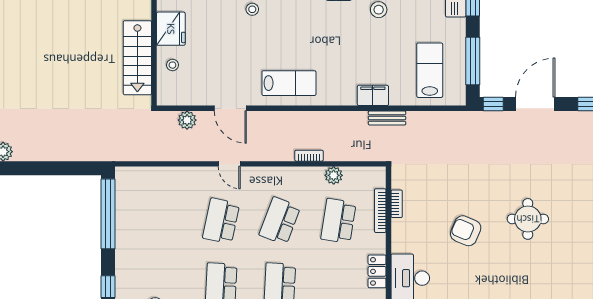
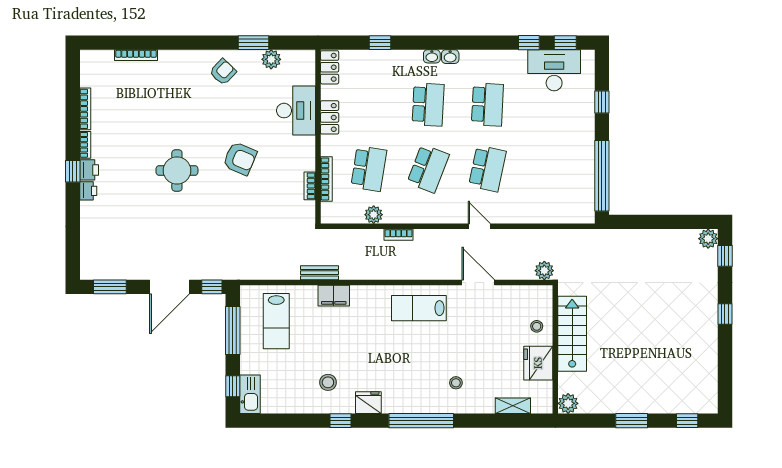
plant: (187, 120) -> (544, 271), moved

